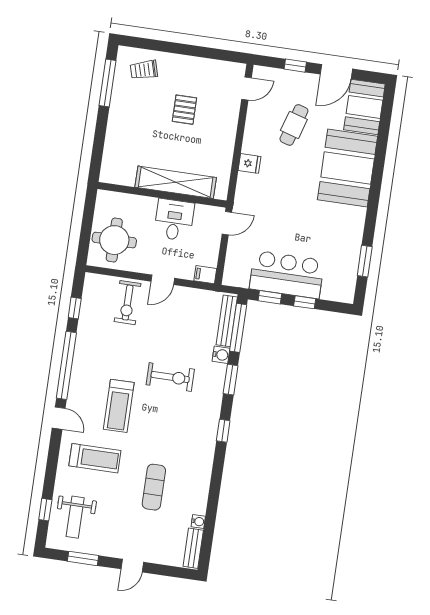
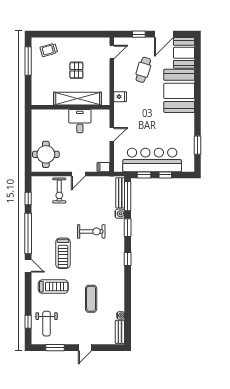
shelving: (176, 182) -> (78, 99), moved
wall: (162, 195) -> (70, 107), moved
desk: (174, 220) -> (80, 121), moved
bar counter: (287, 275) -> (152, 160), width x1.36

